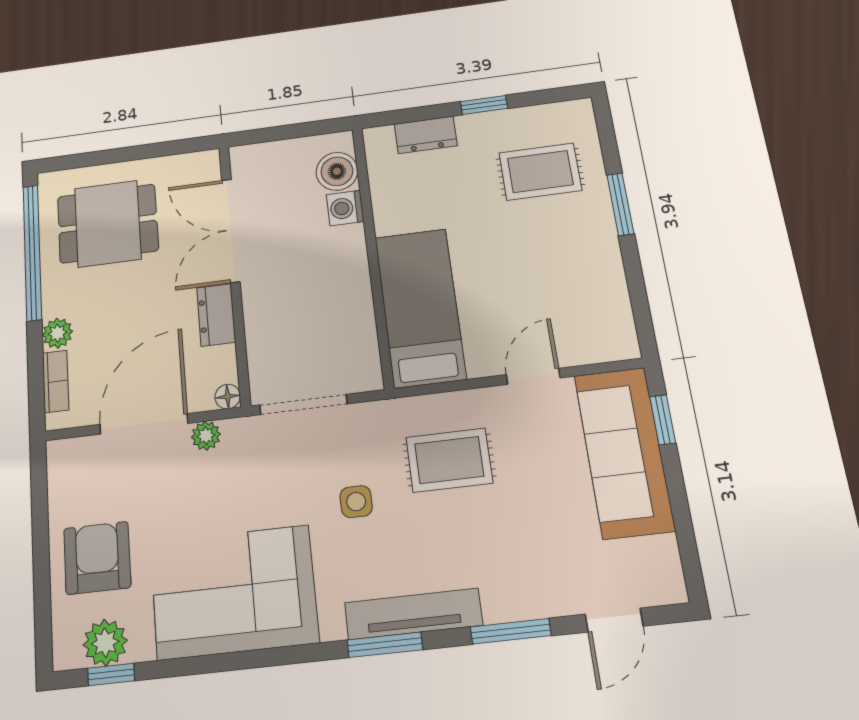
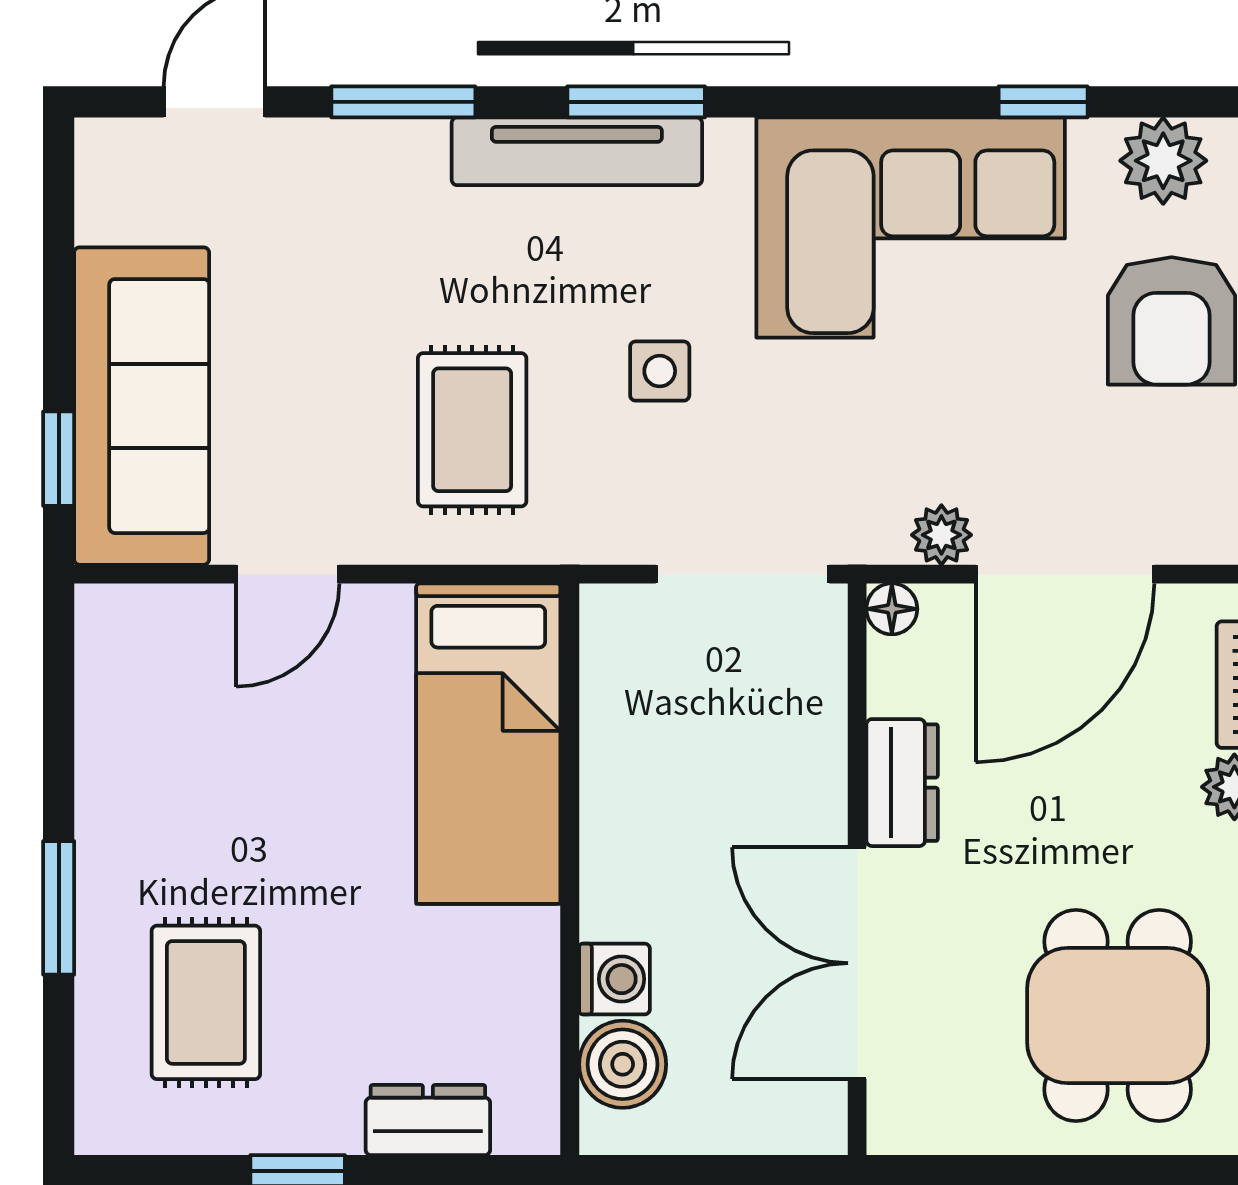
rug: (540, 172) -> (206, 1002), turned 90
dining table: (108, 224) -> (1118, 1015), turned 90
double door: (231, 230) -> (857, 963), swing flipped
rug: (449, 460) -> (472, 430), turned 90
window: (111, 674) -> (1043, 102), moved

